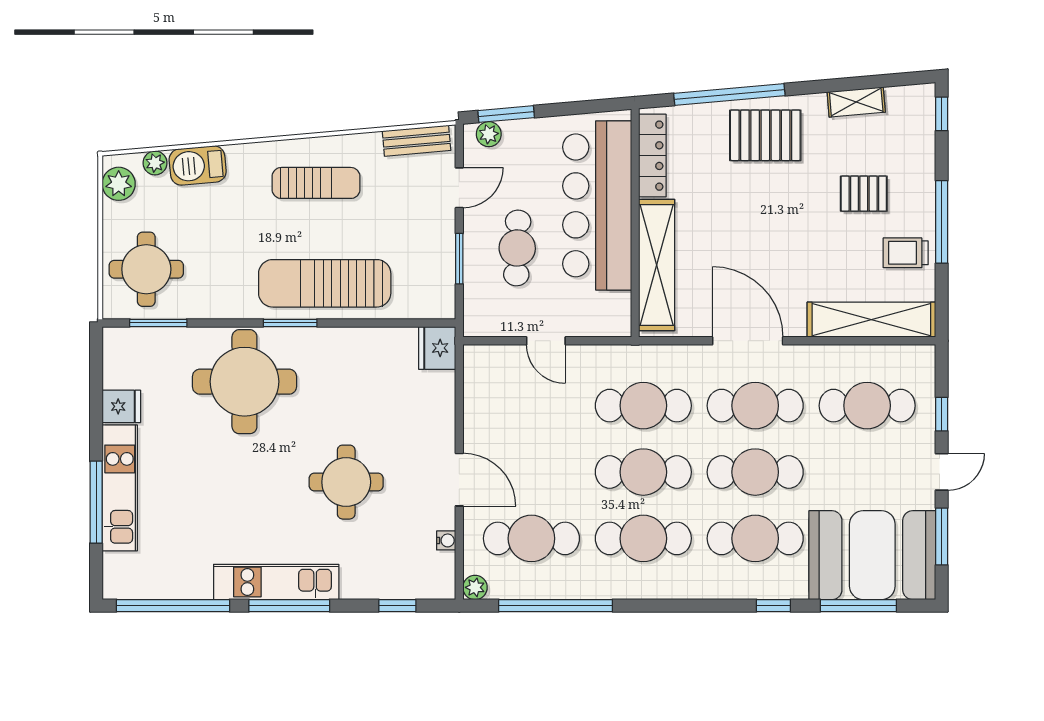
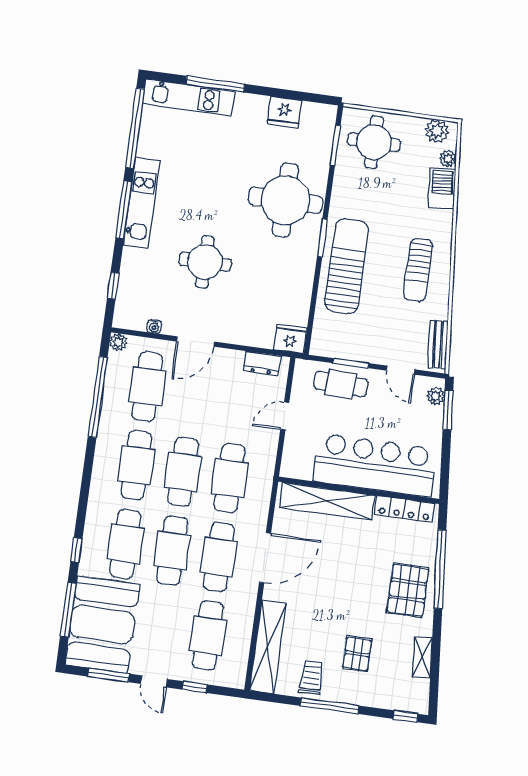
cafe table: (517, 248) -> (341, 384), moved
dresser: (477, 383) -> (262, 363), added
fridge: (121, 406) -> (284, 112), width x1.38
kitchen unit: (120, 488) -> (189, 97), moved

